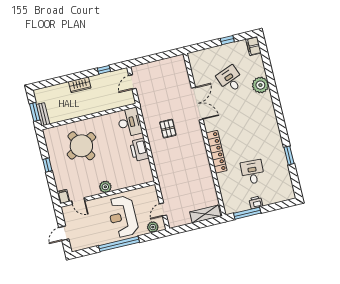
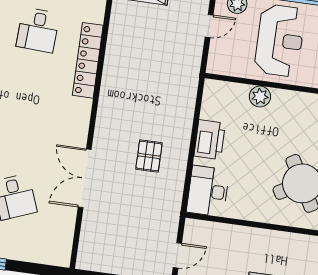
locker: (216, 152) -> (88, 60), moved
plant: (105, 187) -> (260, 97), moved

